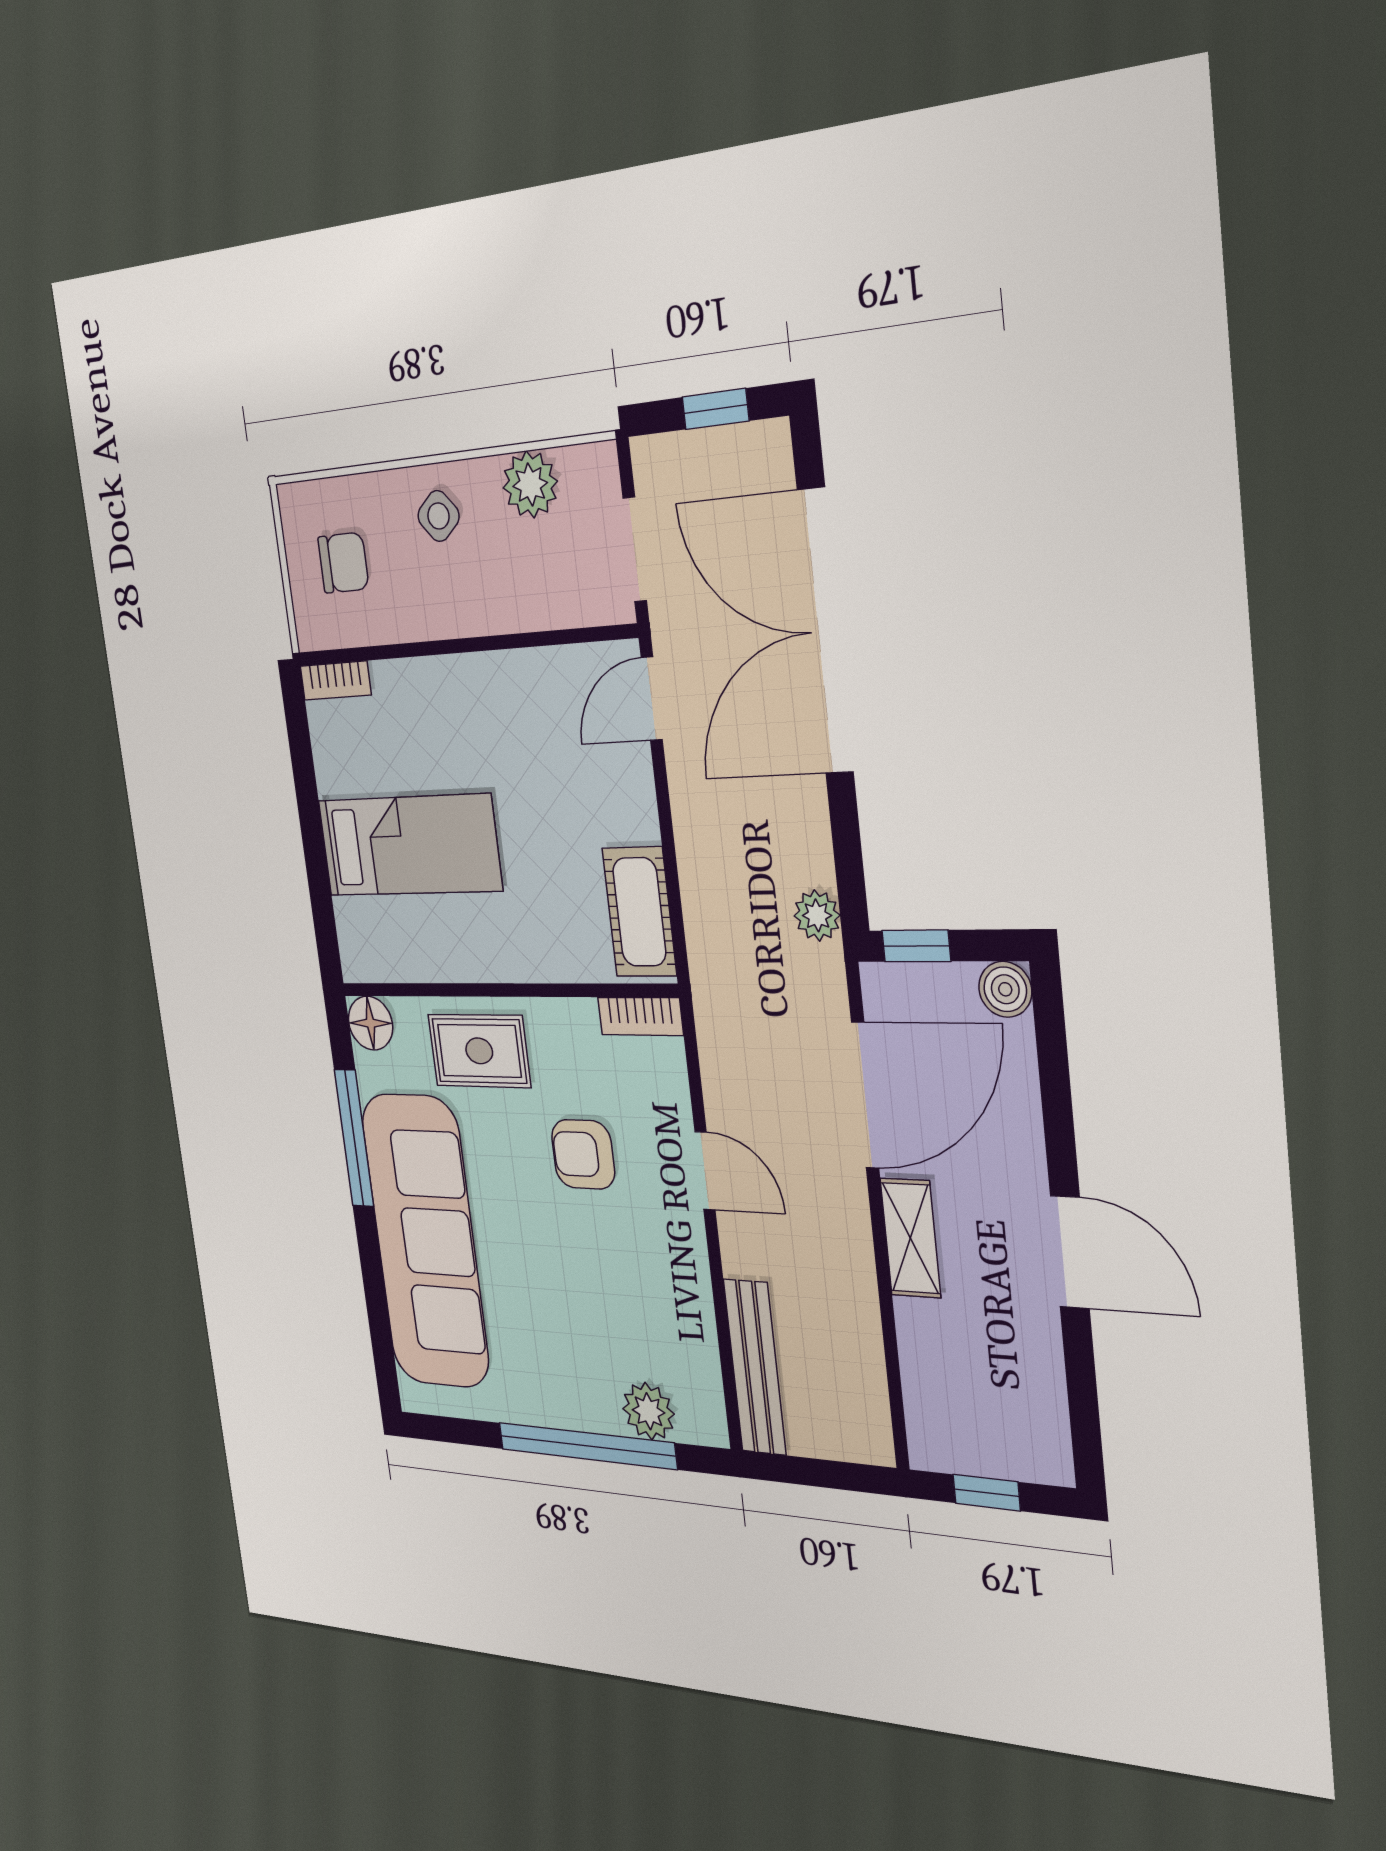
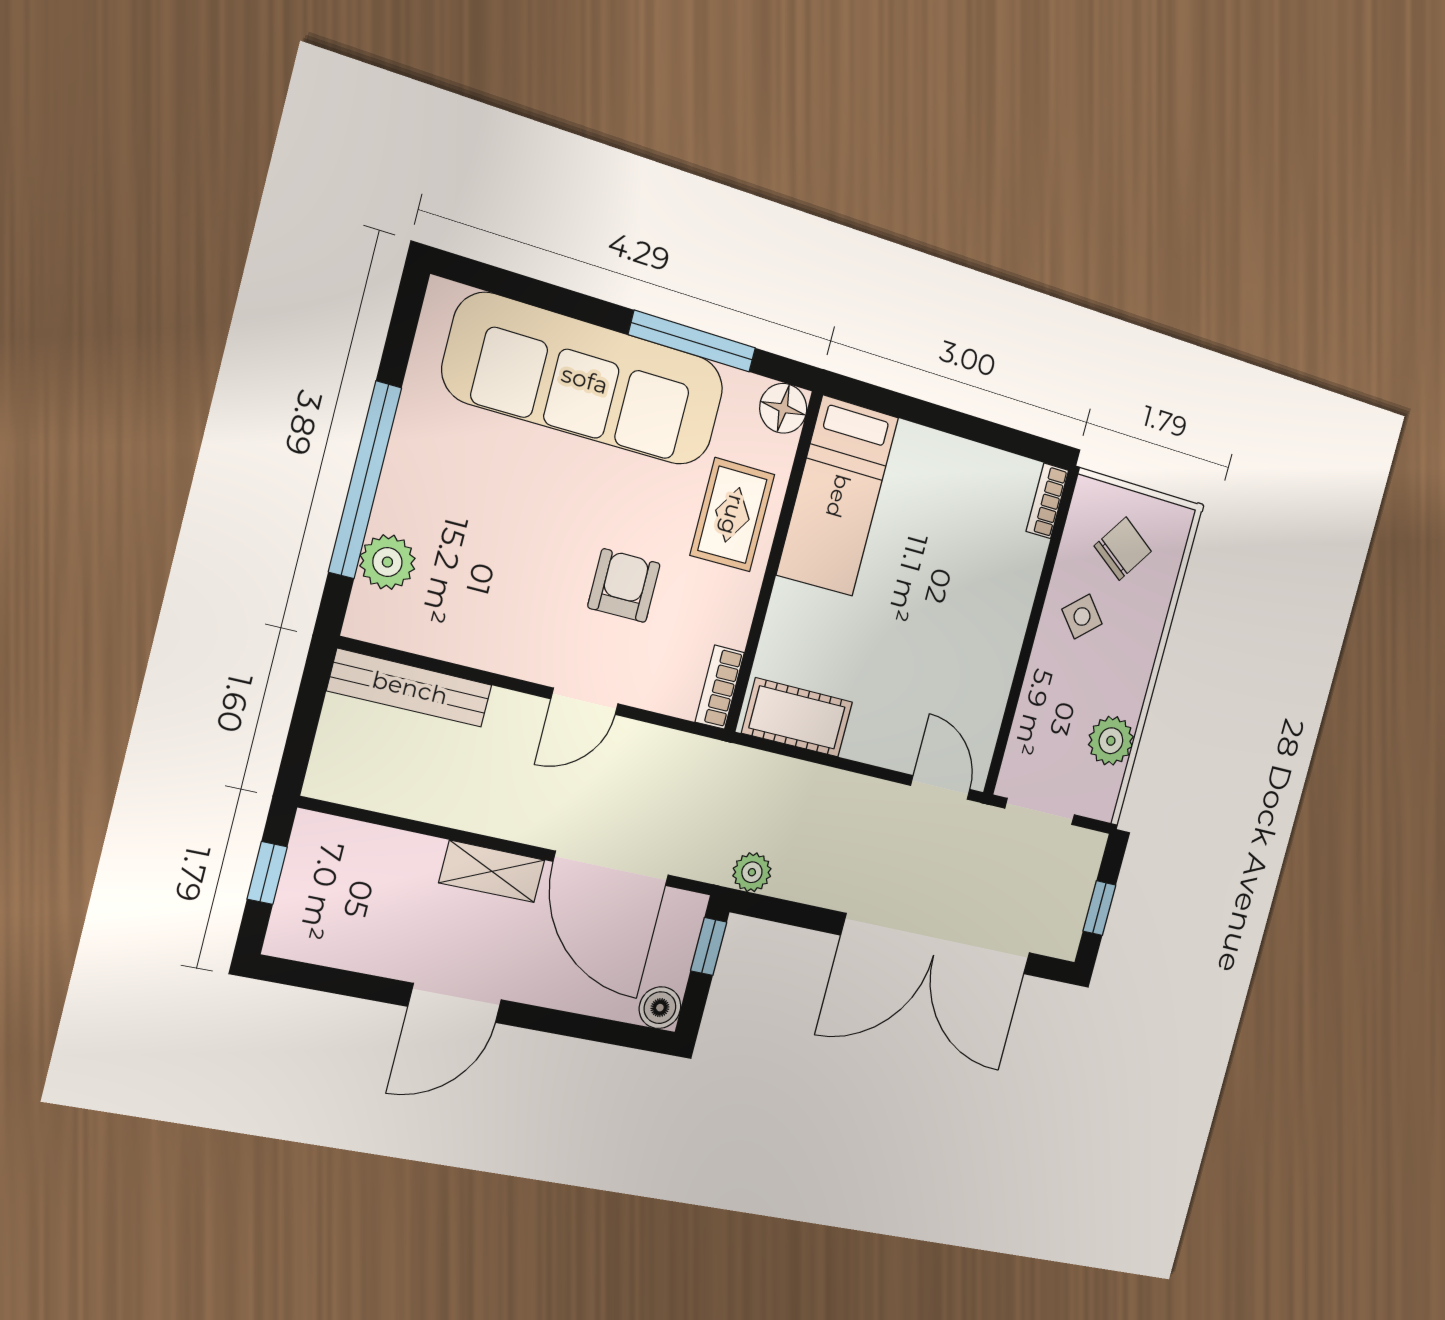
side table: (438, 516) -> (1082, 617), moved
chair: (343, 563) -> (1123, 549), turned -145
double door: (825, 632) -> (937, 944), swing flipped
bed: (409, 845) -> (838, 496), moved

